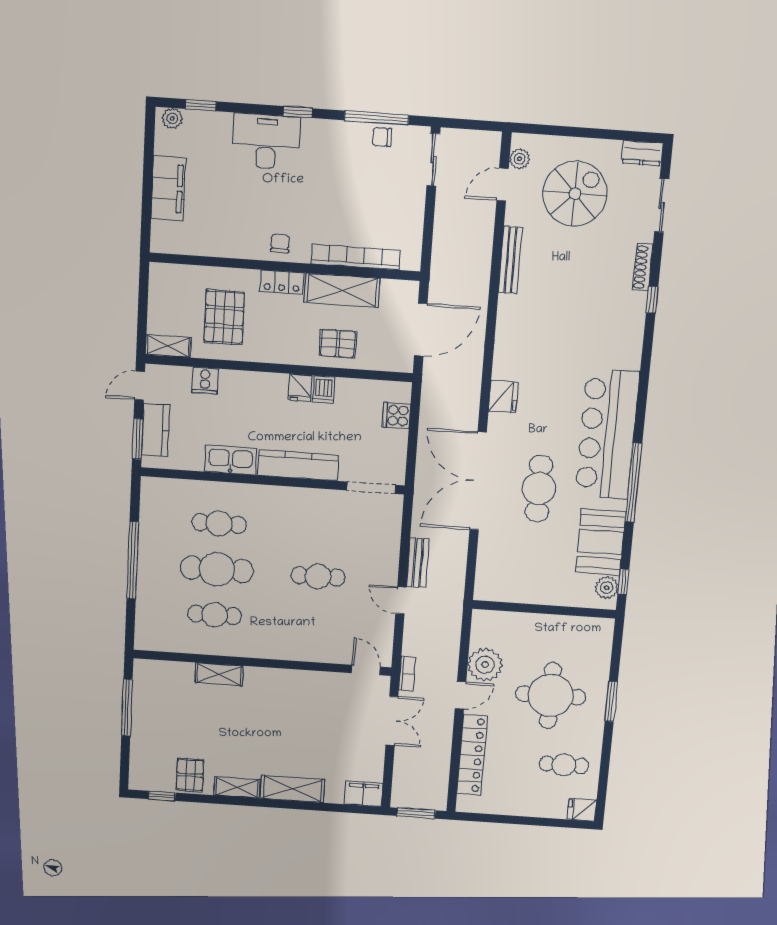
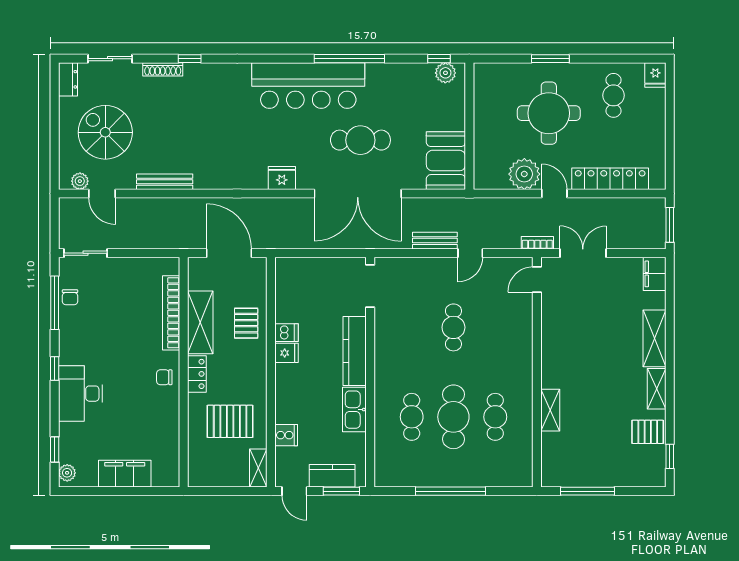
cooker: (396, 415) -> (305, 269), removed
booth: (601, 542) -> (446, 161), moved, turned 90

